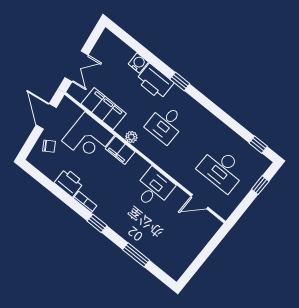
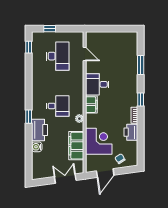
filing cabinet: (120, 150) -> (91, 105), moved

